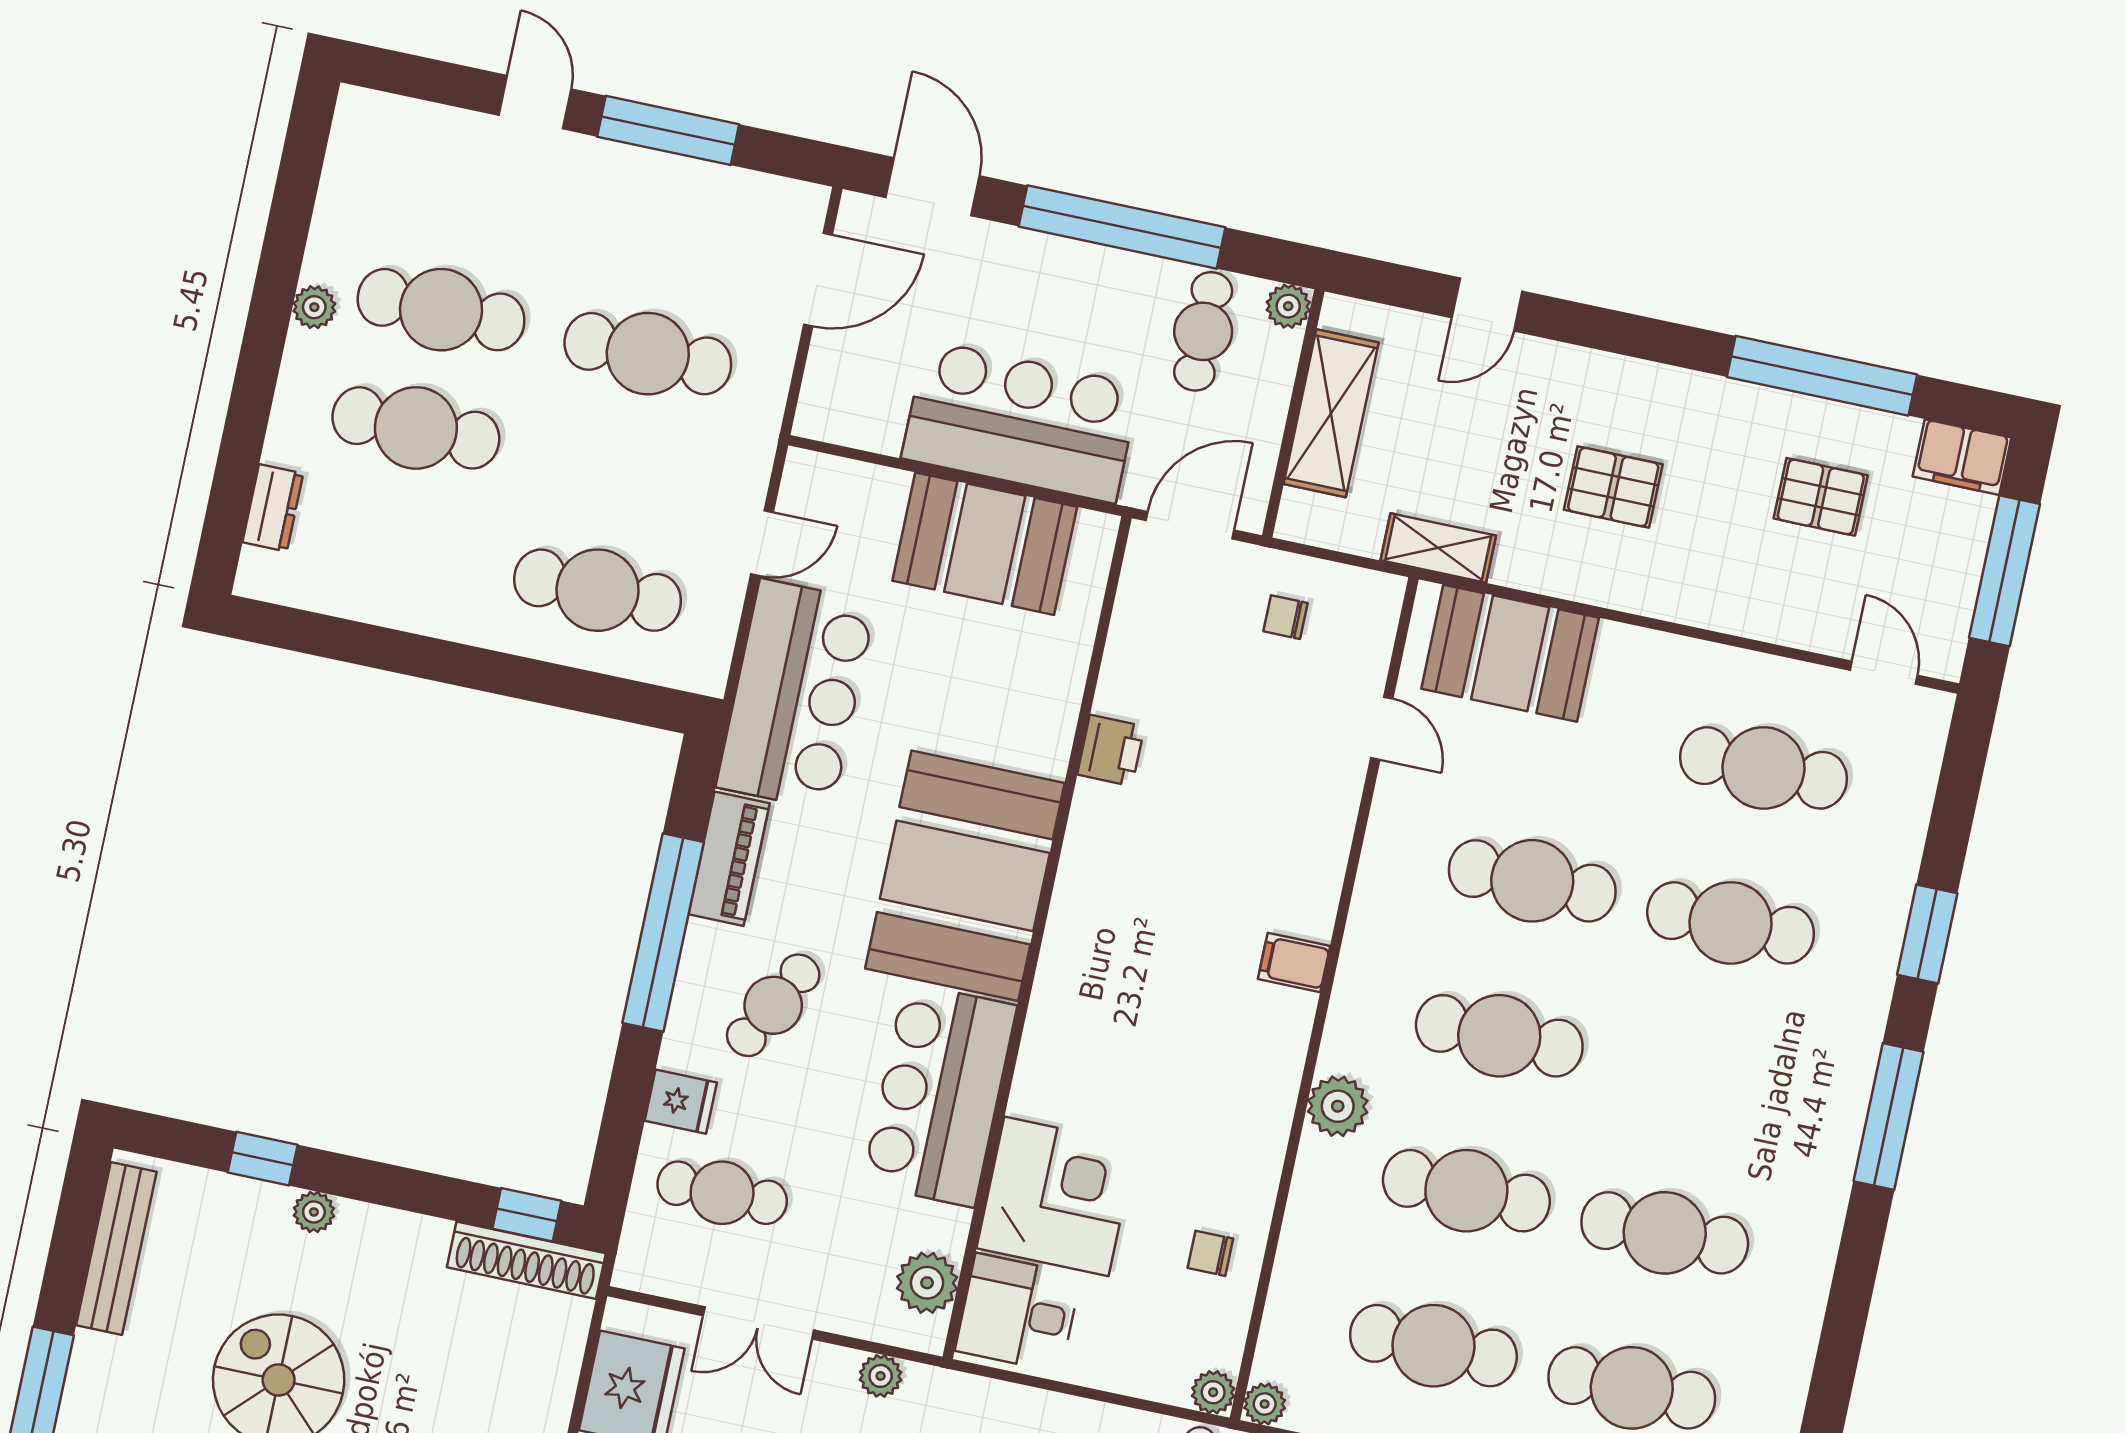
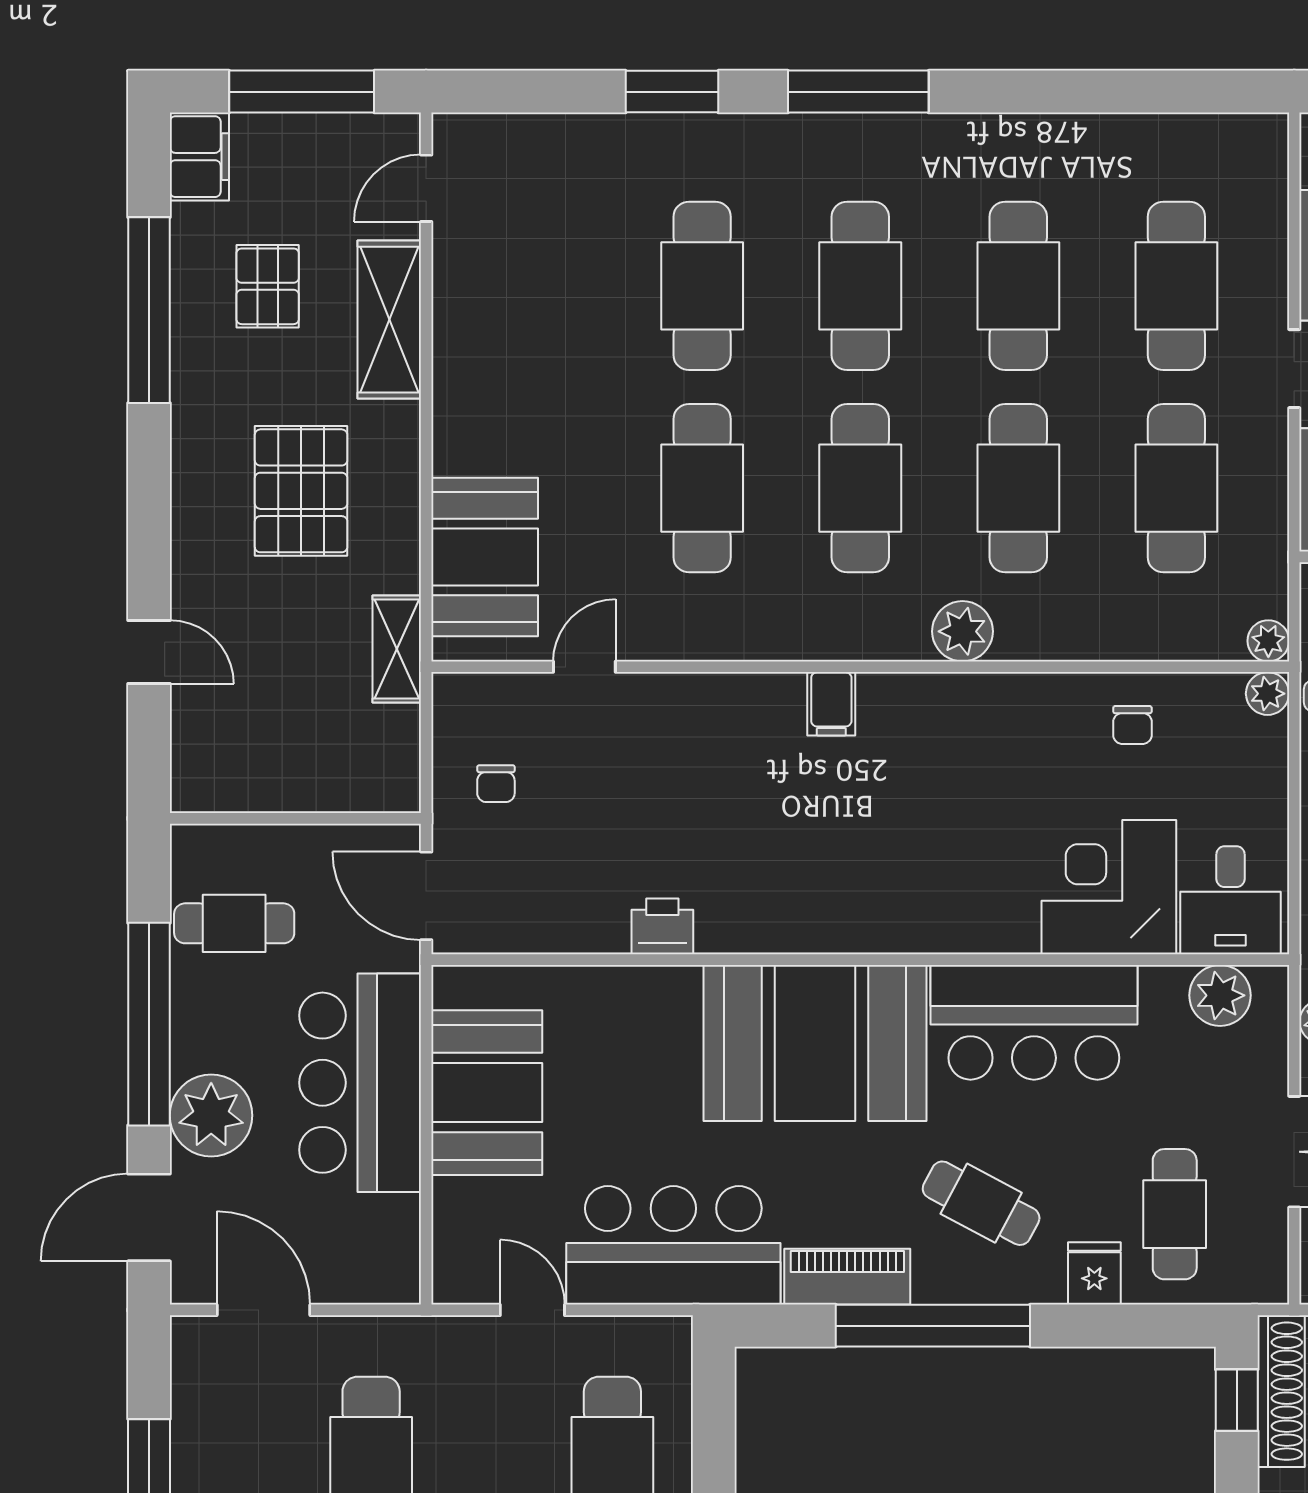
plant: (1288, 306) -> (211, 1115), moved, width x1.87, depth x1.87
shelving: (1331, 413) -> (389, 320), moved, turned 90
pallet: (1613, 487) -> (301, 491), width x1.50, depth x1.42
cafe table: (1764, 768) -> (860, 286), moved

